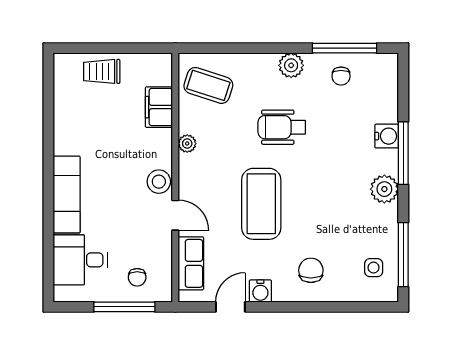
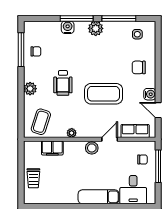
plant: (291, 65) -> (30, 89), moved
window: (403, 255) -> (119, 18), moved

